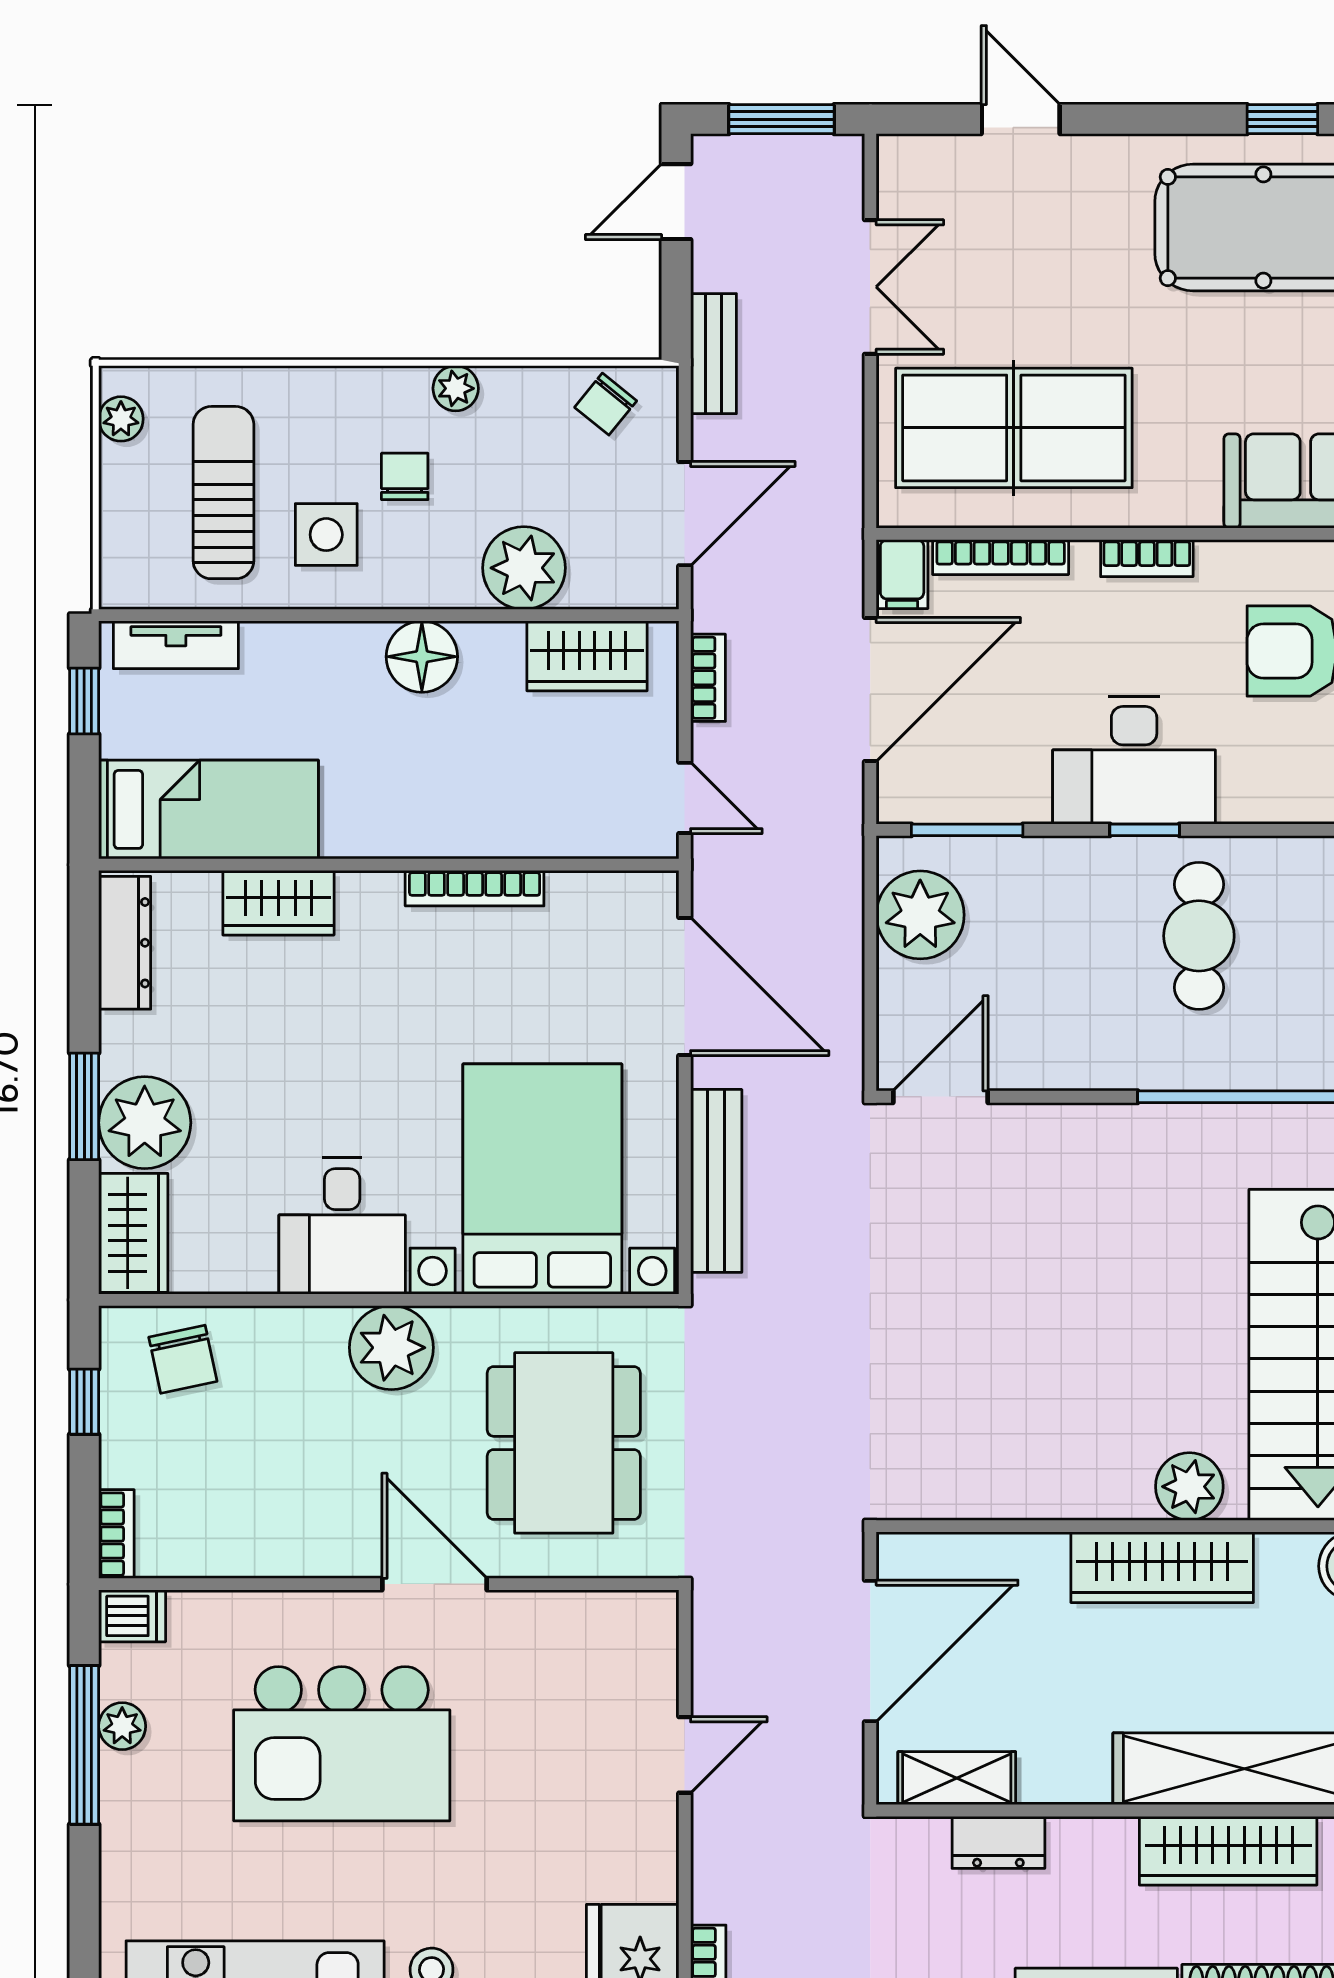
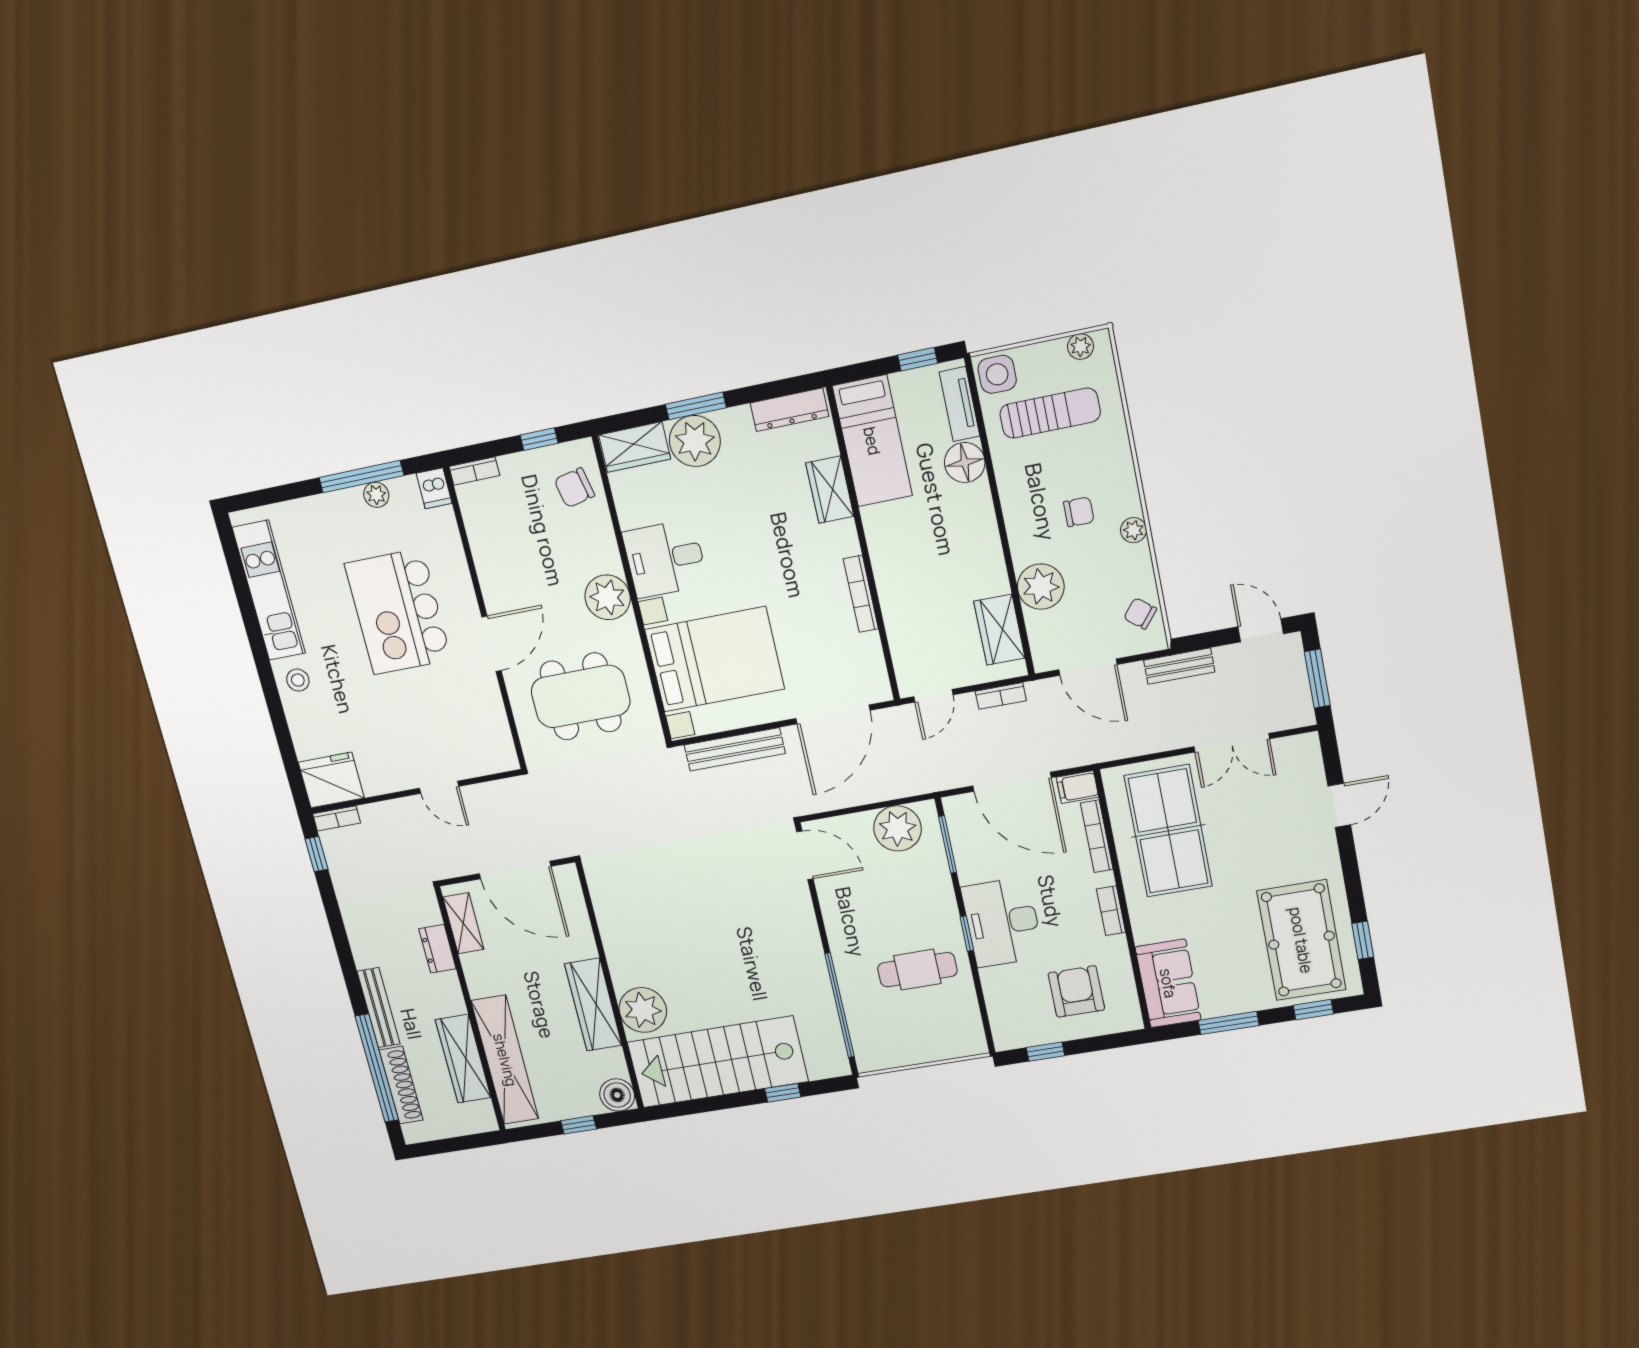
side table: (326, 535) -> (997, 374), moved
floor lamp: (422, 657) -> (965, 462), moved
plant: (1189, 1487) -> (643, 1010), width x1.36, depth x1.36

